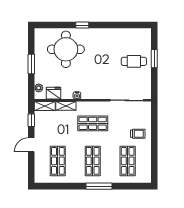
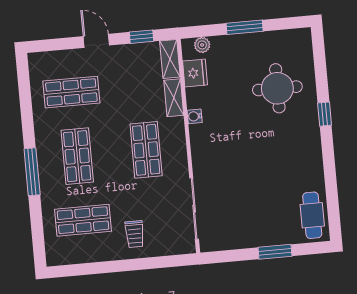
round table: (66, 49) -> (277, 88), width x0.73, depth x0.73
cafe table: (134, 61) -> (312, 215), moved
shop shelf: (93, 161) -> (77, 156), turned 90

